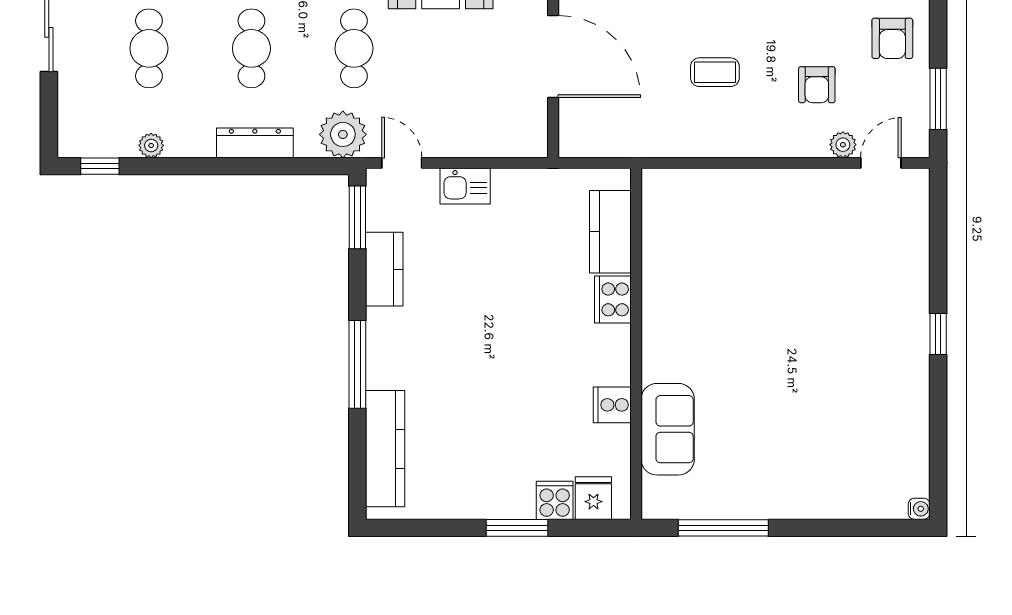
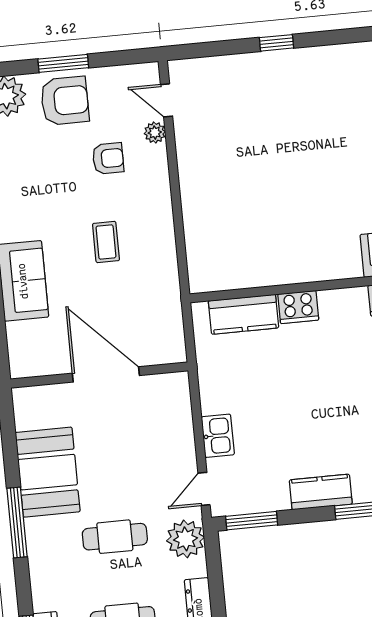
armchair: (892, 38) -> (65, 101), width x1.38, depth x1.38
door: (553, 57) -> (106, 374), hinge flipped
window: (938, 99) -> (63, 63), moved
kitchen counter: (384, 269) -> (321, 492), moved
window: (938, 334) -> (277, 43), moved

